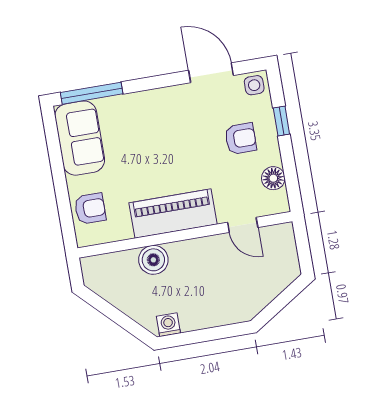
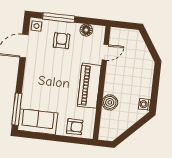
window: (281, 121) -> (59, 18), width x2.17
armchair: (90, 209) -> (75, 127), turned 90

